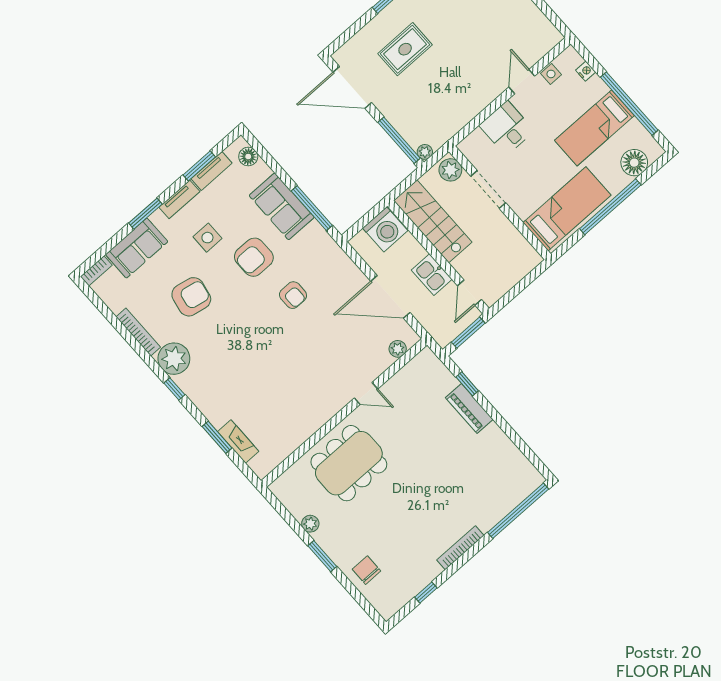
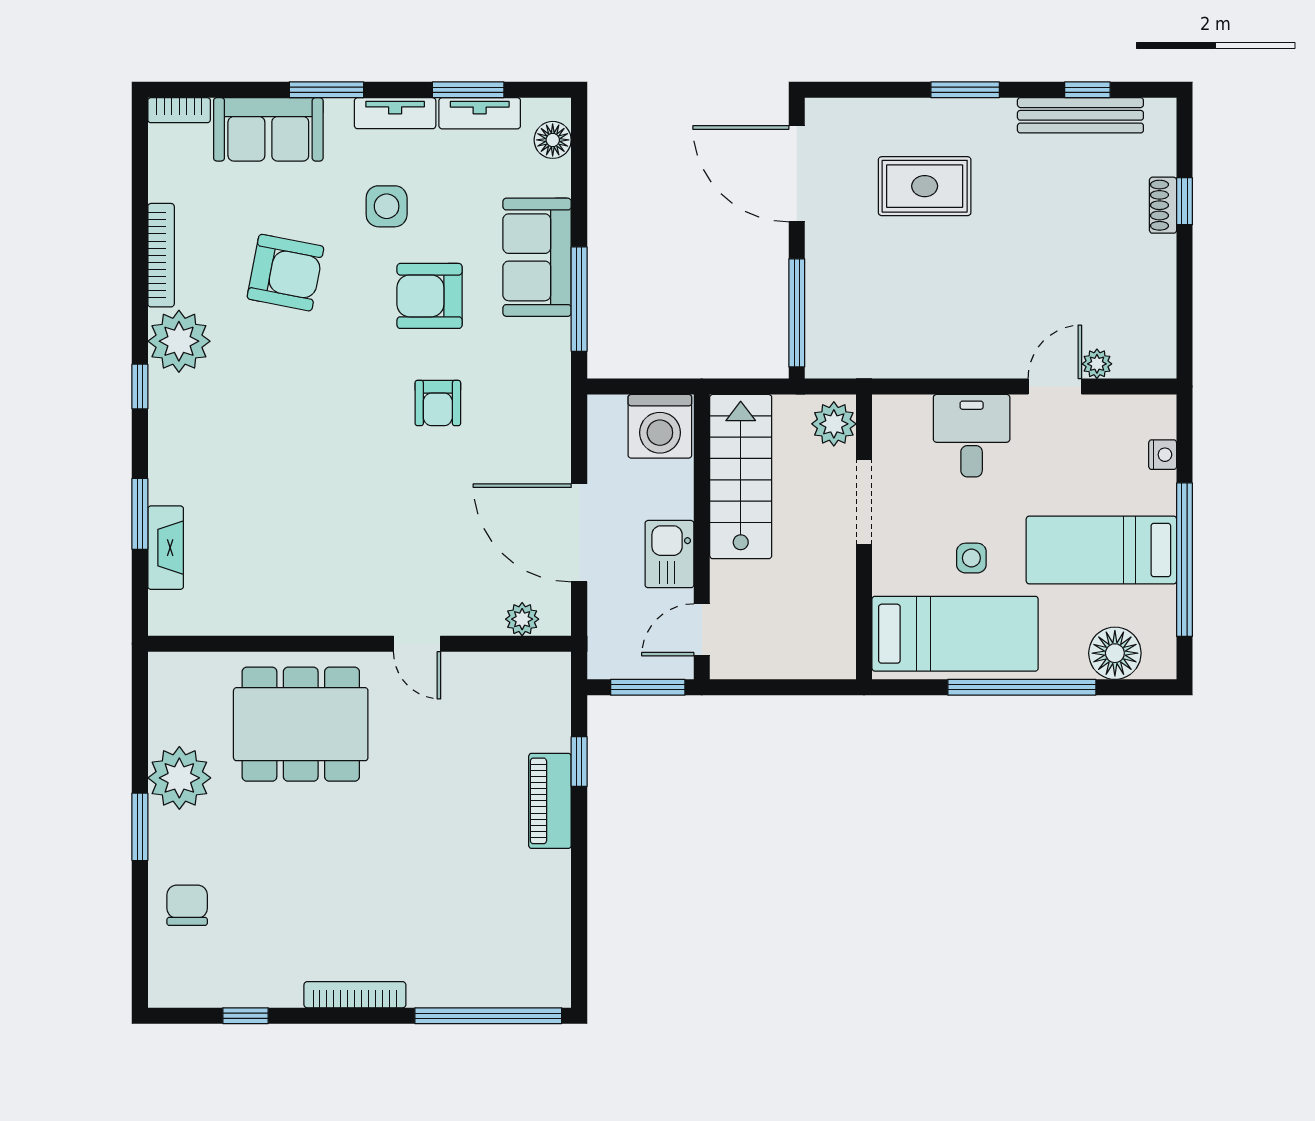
side table: (551, 74) -> (971, 558), moved
plant: (425, 152) -> (1097, 364), moved
plant: (310, 524) -> (179, 778), width x1.88, depth x1.88

